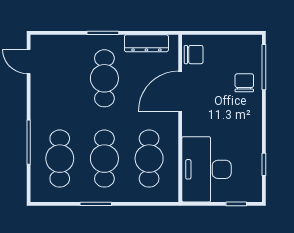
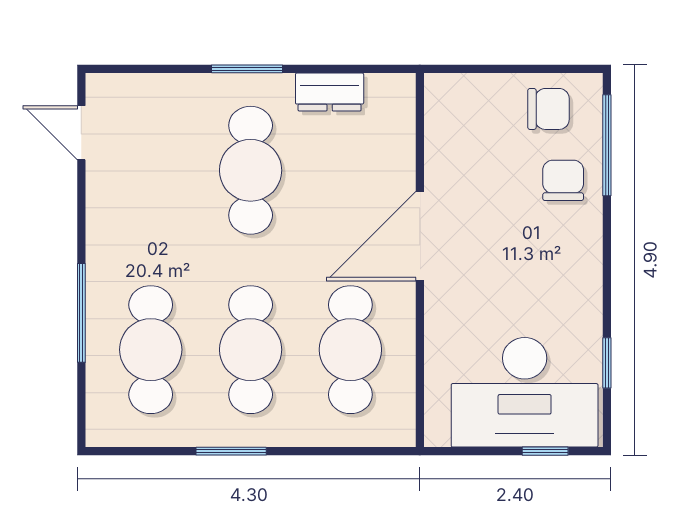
dresser: (146, 43) -> (330, 92), width x0.70
chair: (194, 55) -> (548, 109), moved
door: (180, 91) -> (420, 236), moved
desk: (206, 169) -> (525, 392), moved, turned -90

